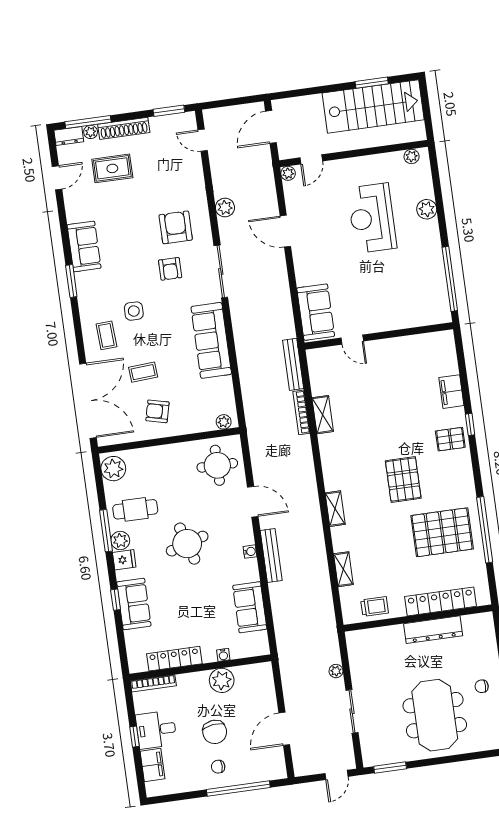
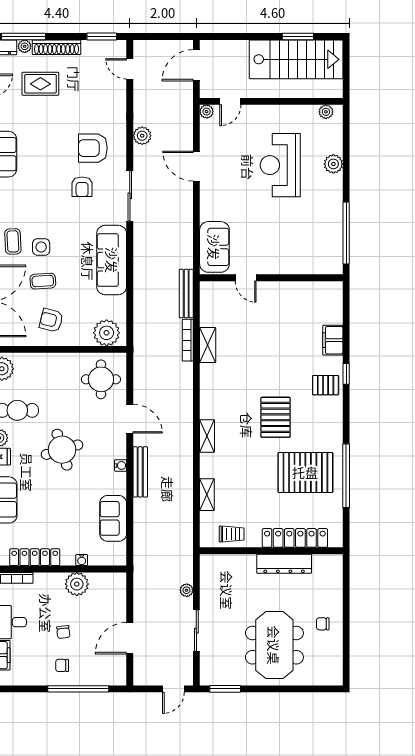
armchair: (176, 227) -> (93, 148), turned -90
side table: (134, 311) -> (41, 247), moved
plant: (224, 422) -> (107, 333), width x1.87, depth x1.87
chair: (215, 732) -> (63, 632), width x0.54, depth x0.54

